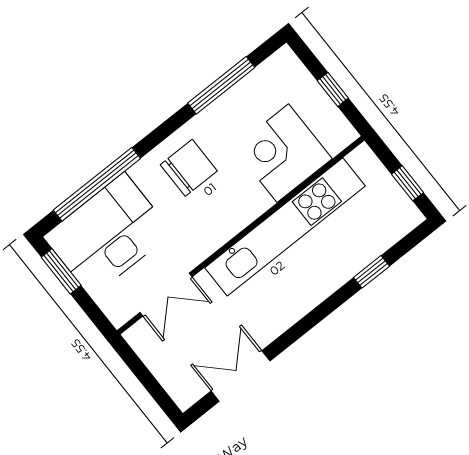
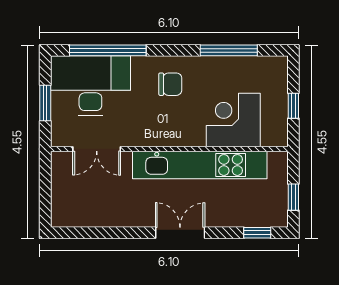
chair: (189, 168) -> (170, 84), width x0.73, depth x0.73
window: (61, 271) -> (45, 103), moved
window: (372, 272) -> (257, 233), moved
double door: (241, 376) -> (180, 233), moved

